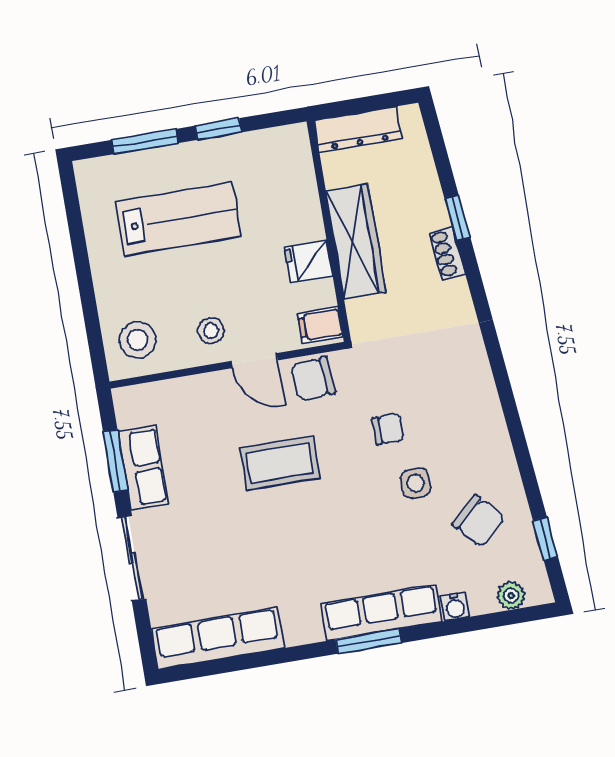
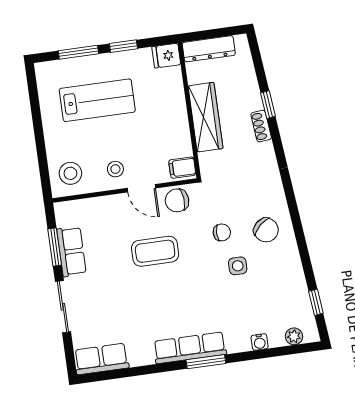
fridge: (309, 262) -> (166, 56), moved
chair: (479, 521) -> (266, 230), moved
row of seats: (381, 613) -> (190, 348), moved
row of seats: (218, 638) -> (101, 359), width x0.68

